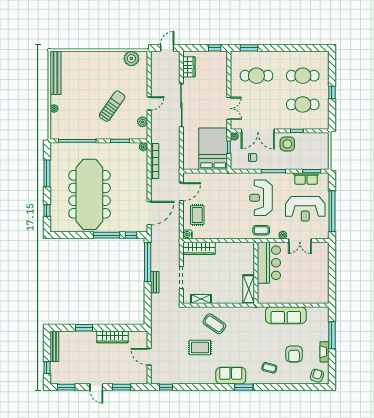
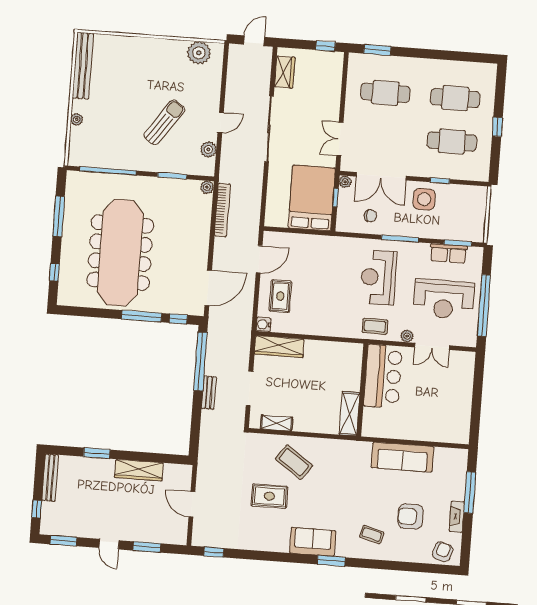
double door: (229, 108) -> (340, 139), swing flipped
armchair: (294, 354) -> (410, 517), turned 90

